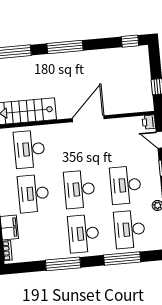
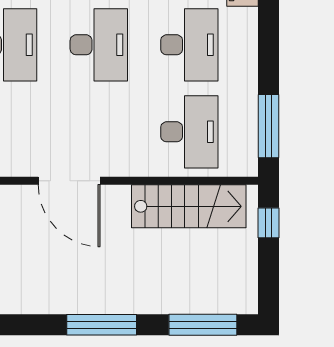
door: (88, 119) -> (69, 181), hinge flipped

